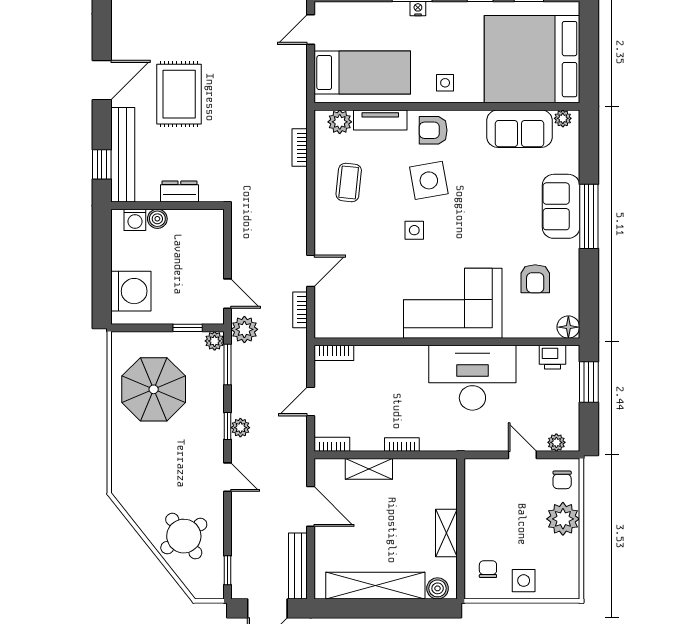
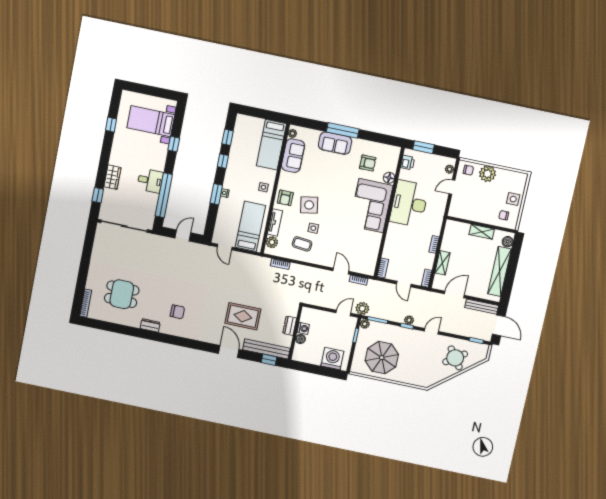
bed: (532, 59) -> (271, 145), width x0.49
washing machine: (135, 220) -> (303, 328), moved
side table: (414, 230) -> (313, 228), moved
floor lamp: (568, 327) -> (389, 178), moved

